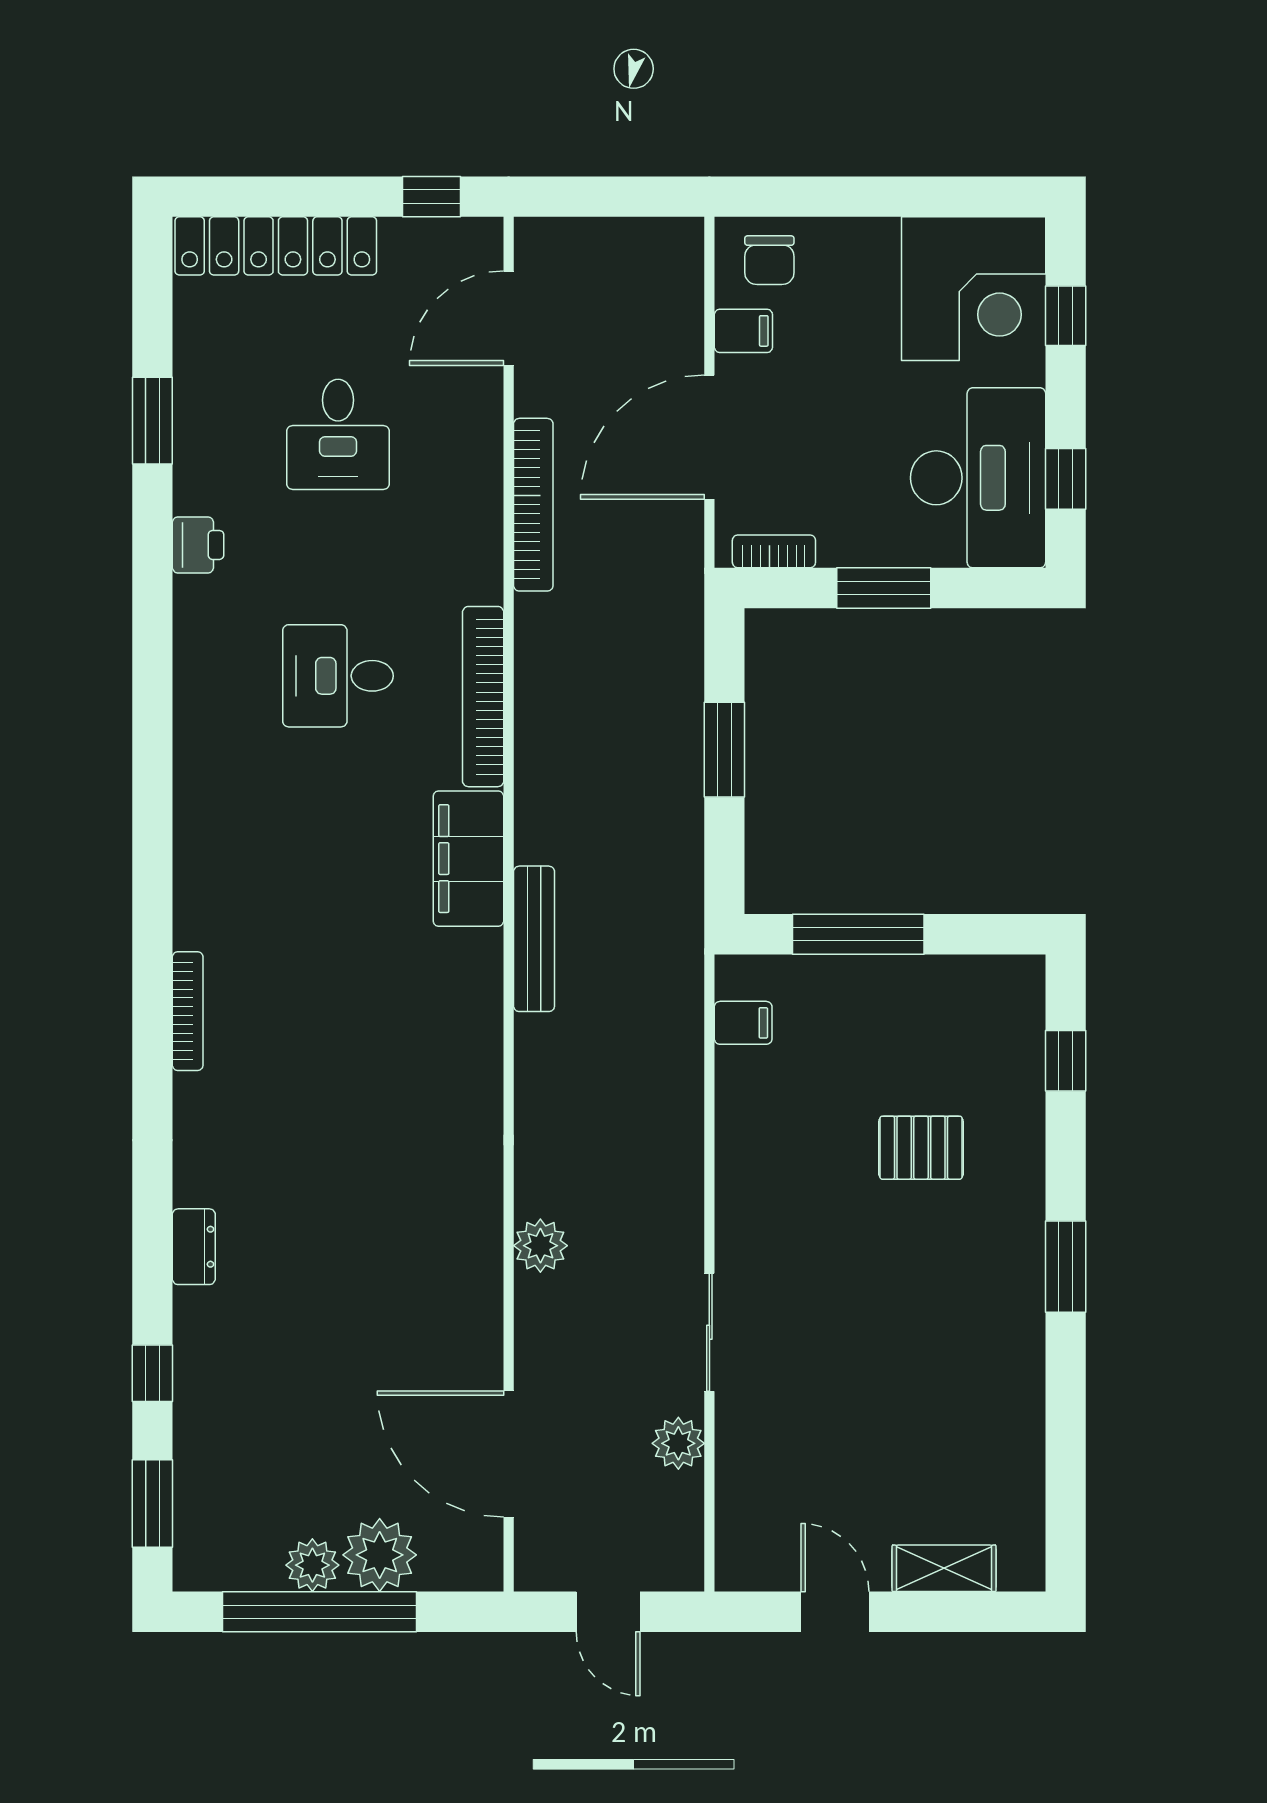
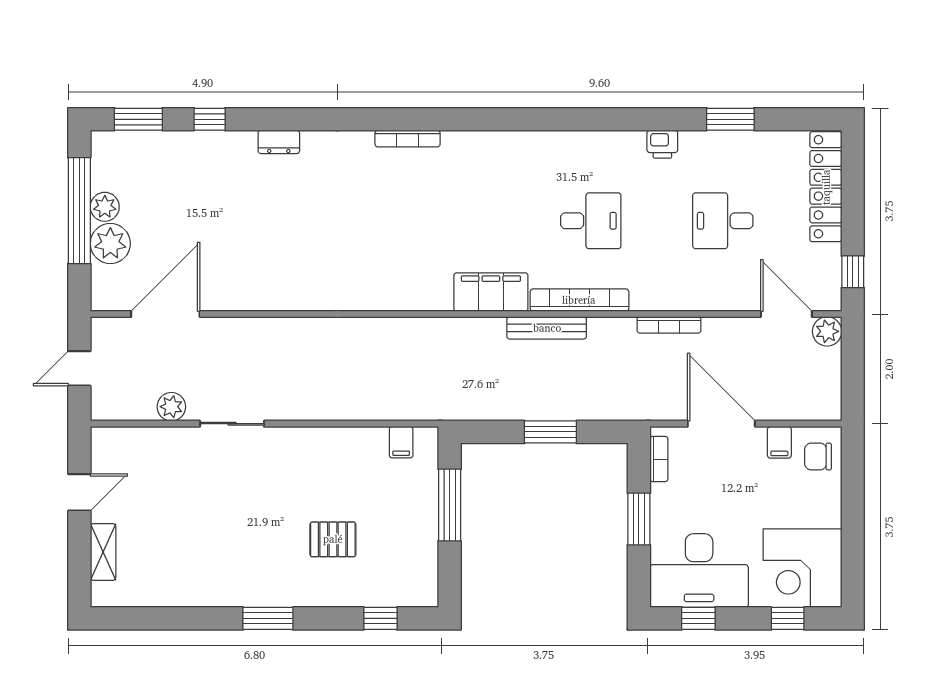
bookcase: (533, 505) -> (669, 325), width x0.68, depth x0.76
desk: (338, 676) -> (591, 221), turned 90
bench: (534, 939) -> (547, 328), moved
pallet: (921, 1148) -> (333, 539), turned 90
plant: (540, 1246) -> (827, 331), moved

